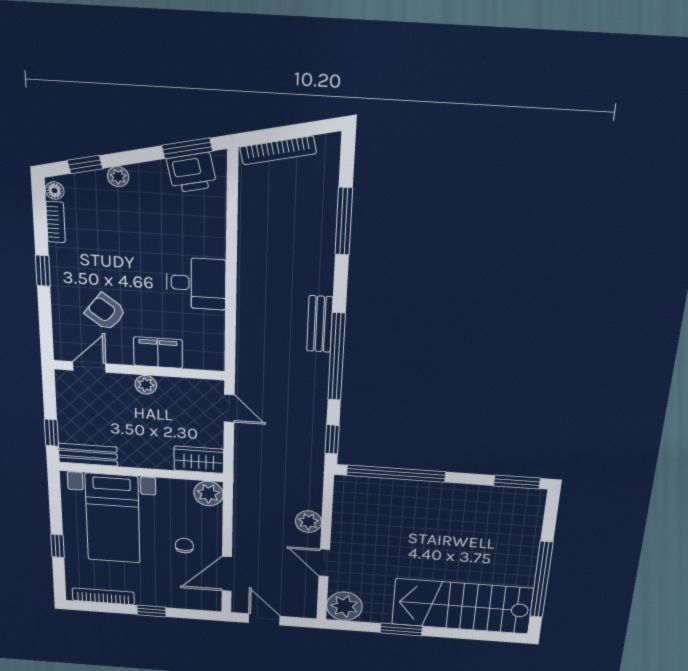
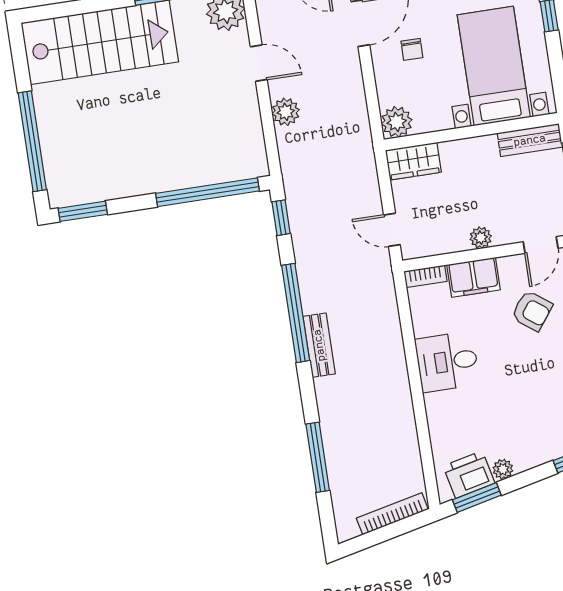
plant: (118, 177) -> (503, 469), moved
bookcase: (204, 363) -> (425, 276), added
window: (541, 580) -> (32, 141), moved

